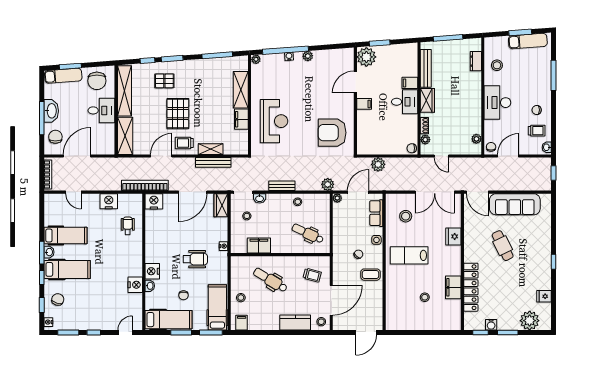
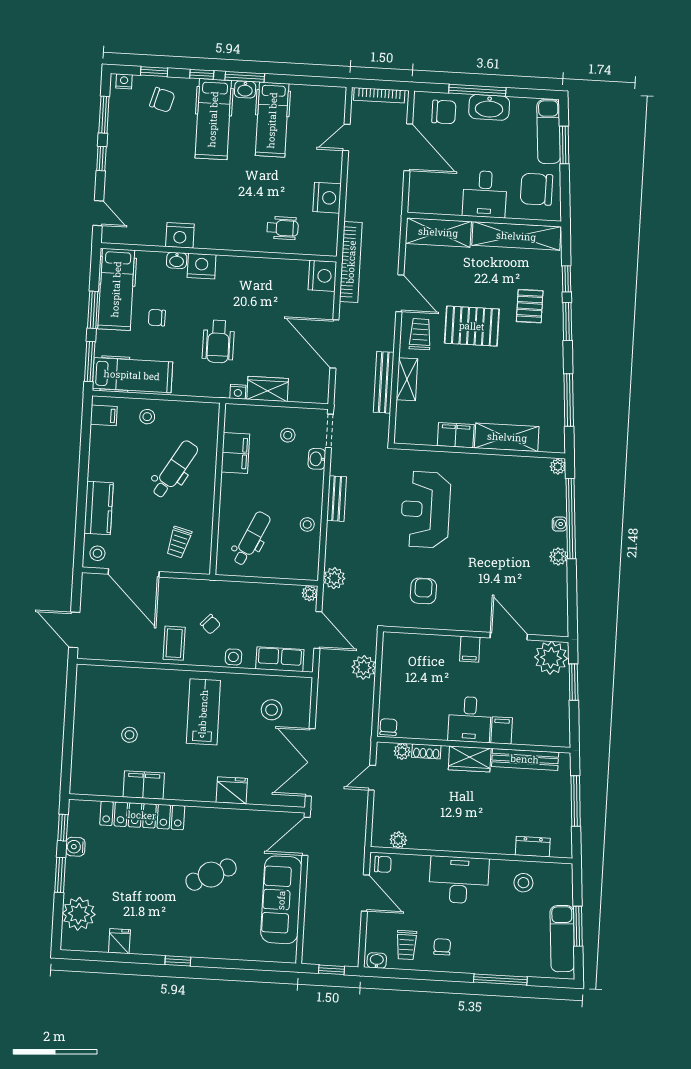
reception desk: (274, 121) -> (426, 510), moved, turned 90
armchair: (332, 133) -> (423, 591), width x0.53, depth x0.53
wardrobe: (221, 205) -> (268, 389), moved

